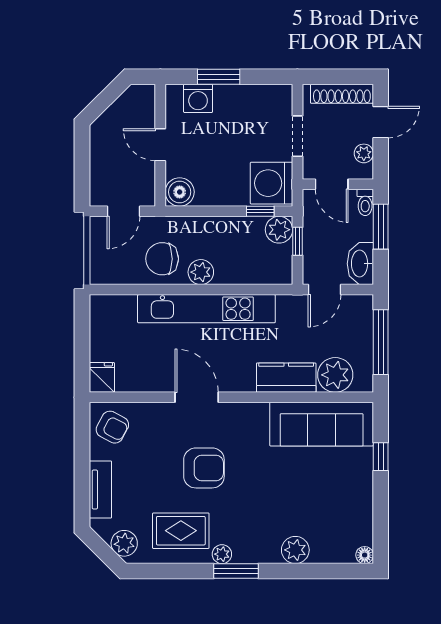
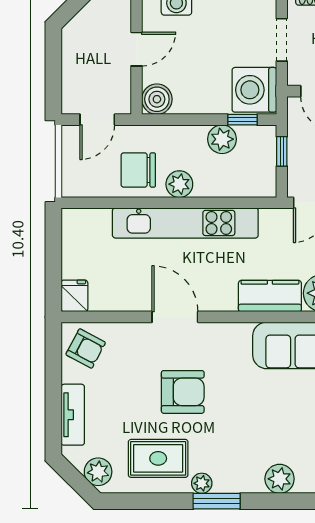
door: (160, 145) -> (136, 49), swing flipped
plant: (279, 230) -> (222, 139), moved

